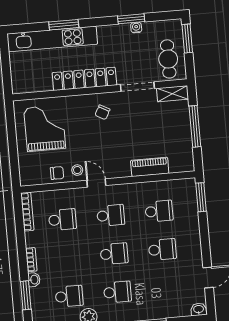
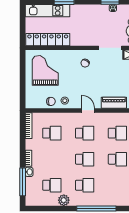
kitchen unit: (52, 39) -> (47, 11), width x0.73
locker: (84, 79) -> (48, 40), moved
door: (96, 183) -> (88, 110), moved
window: (26, 295) -> (23, 182), width x1.44

